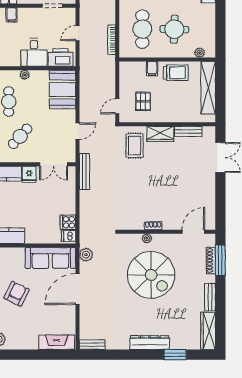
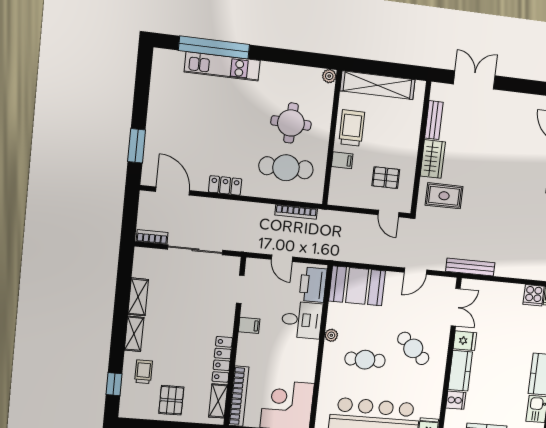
filing cabinet: (11, 15) -> (249, 325), moved
plant: (200, 53) -> (329, 76), moved
door: (77, 131) -> (415, 271), swing flipped

